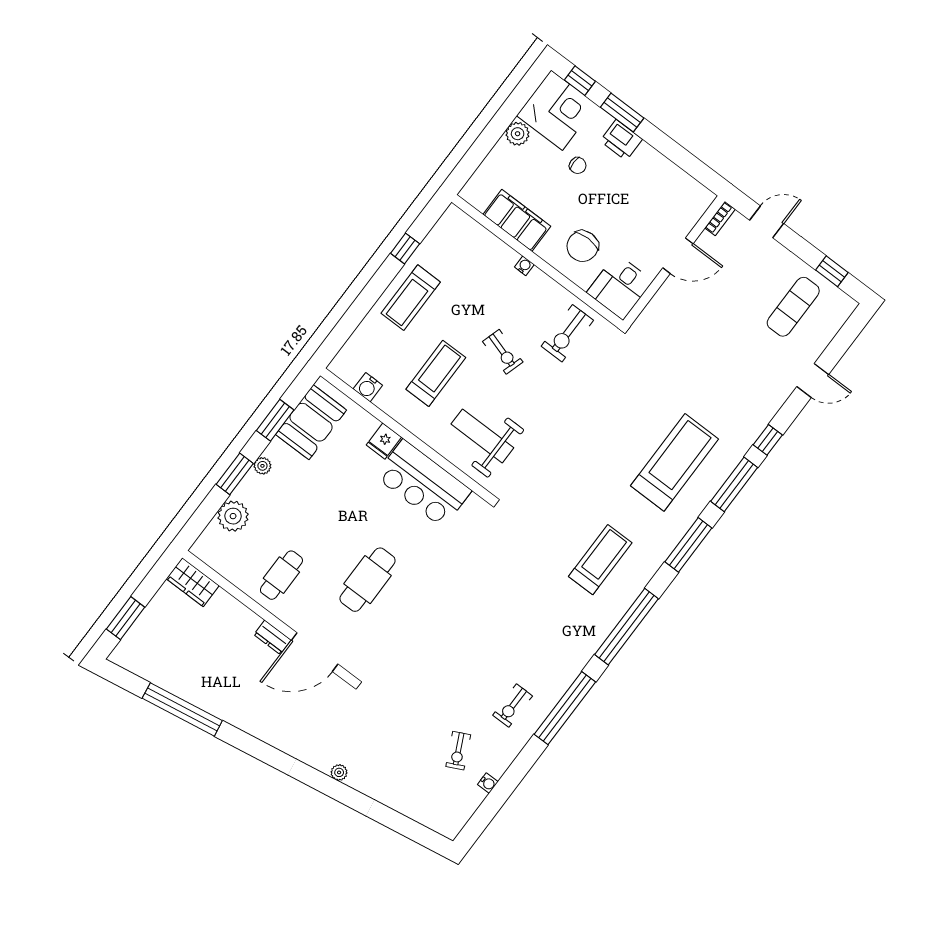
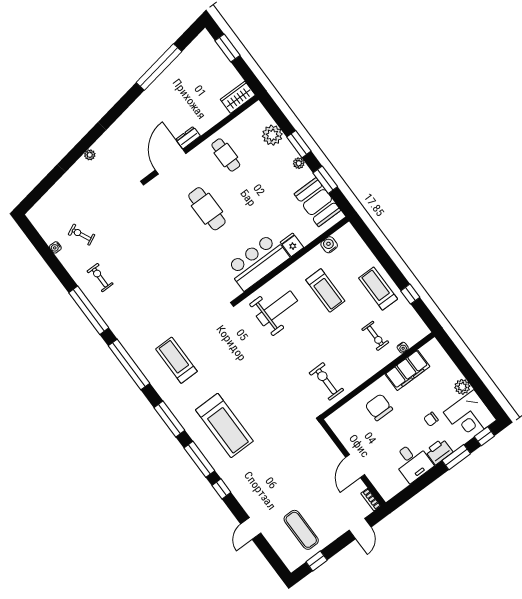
water cooler: (524, 266) -> (403, 348), moved
desk: (620, 287) -> (412, 462), moved, turned 180
exercise bike: (503, 352) -> (375, 336), moved, turned -107
treadmill: (600, 560) -> (176, 360), turned 180

